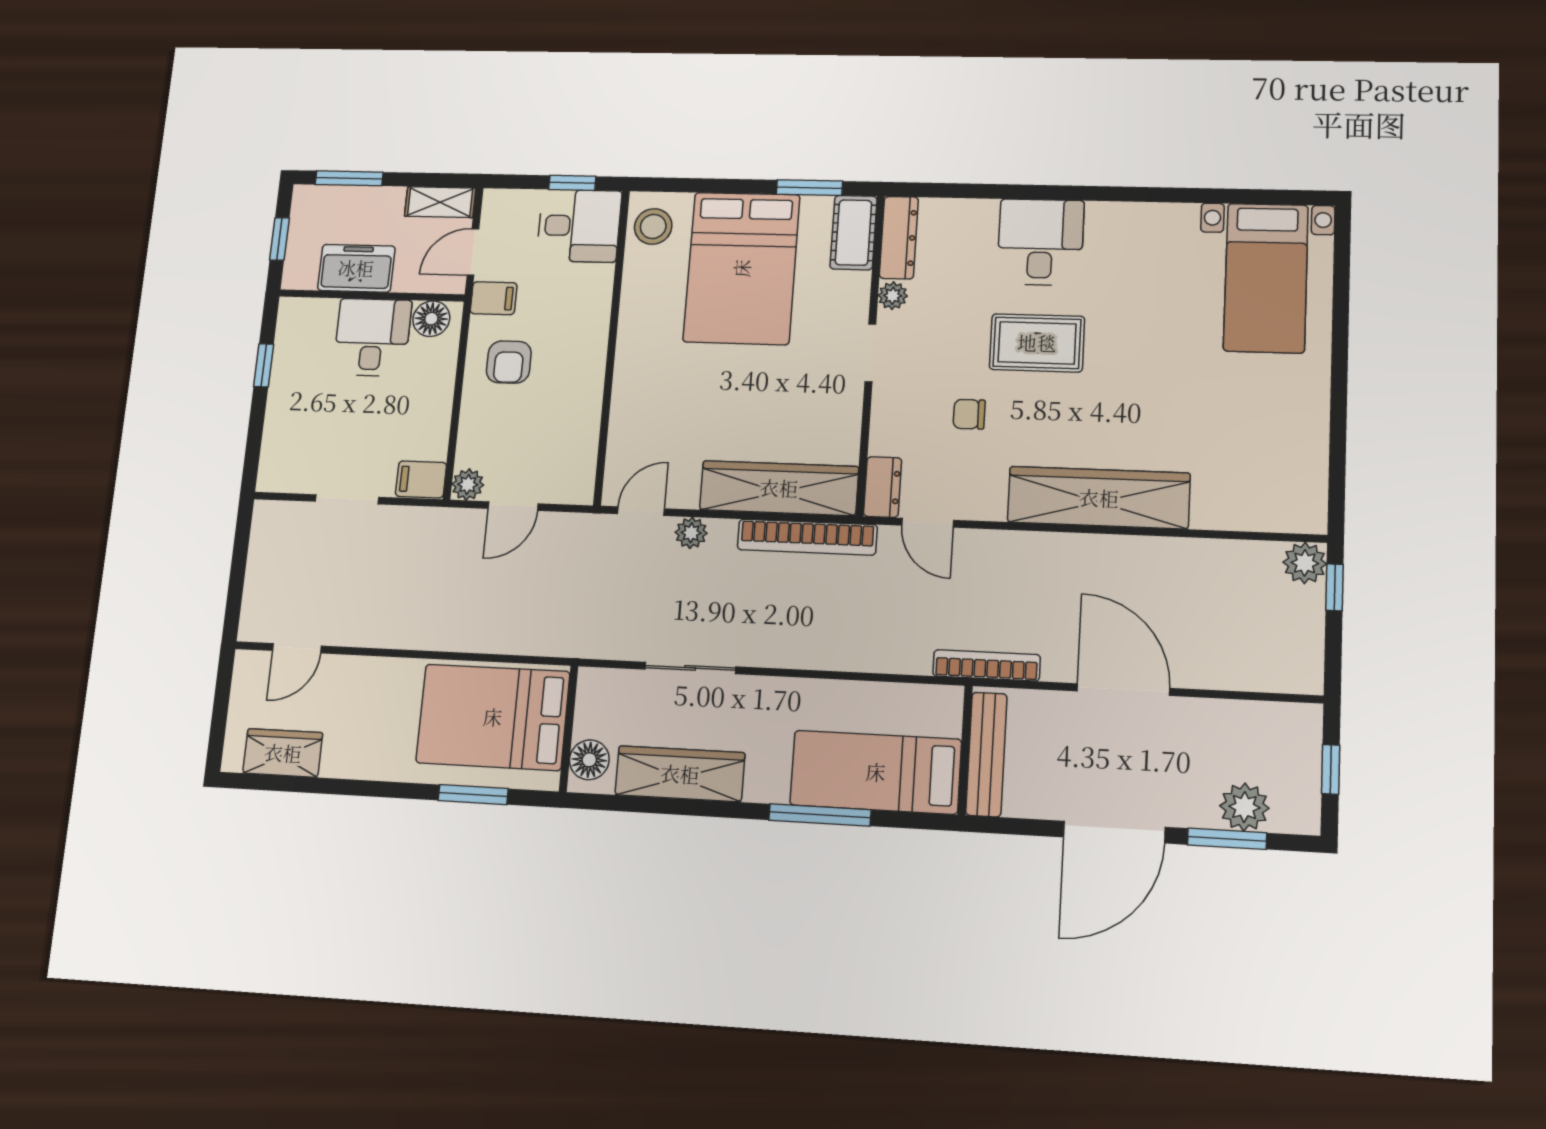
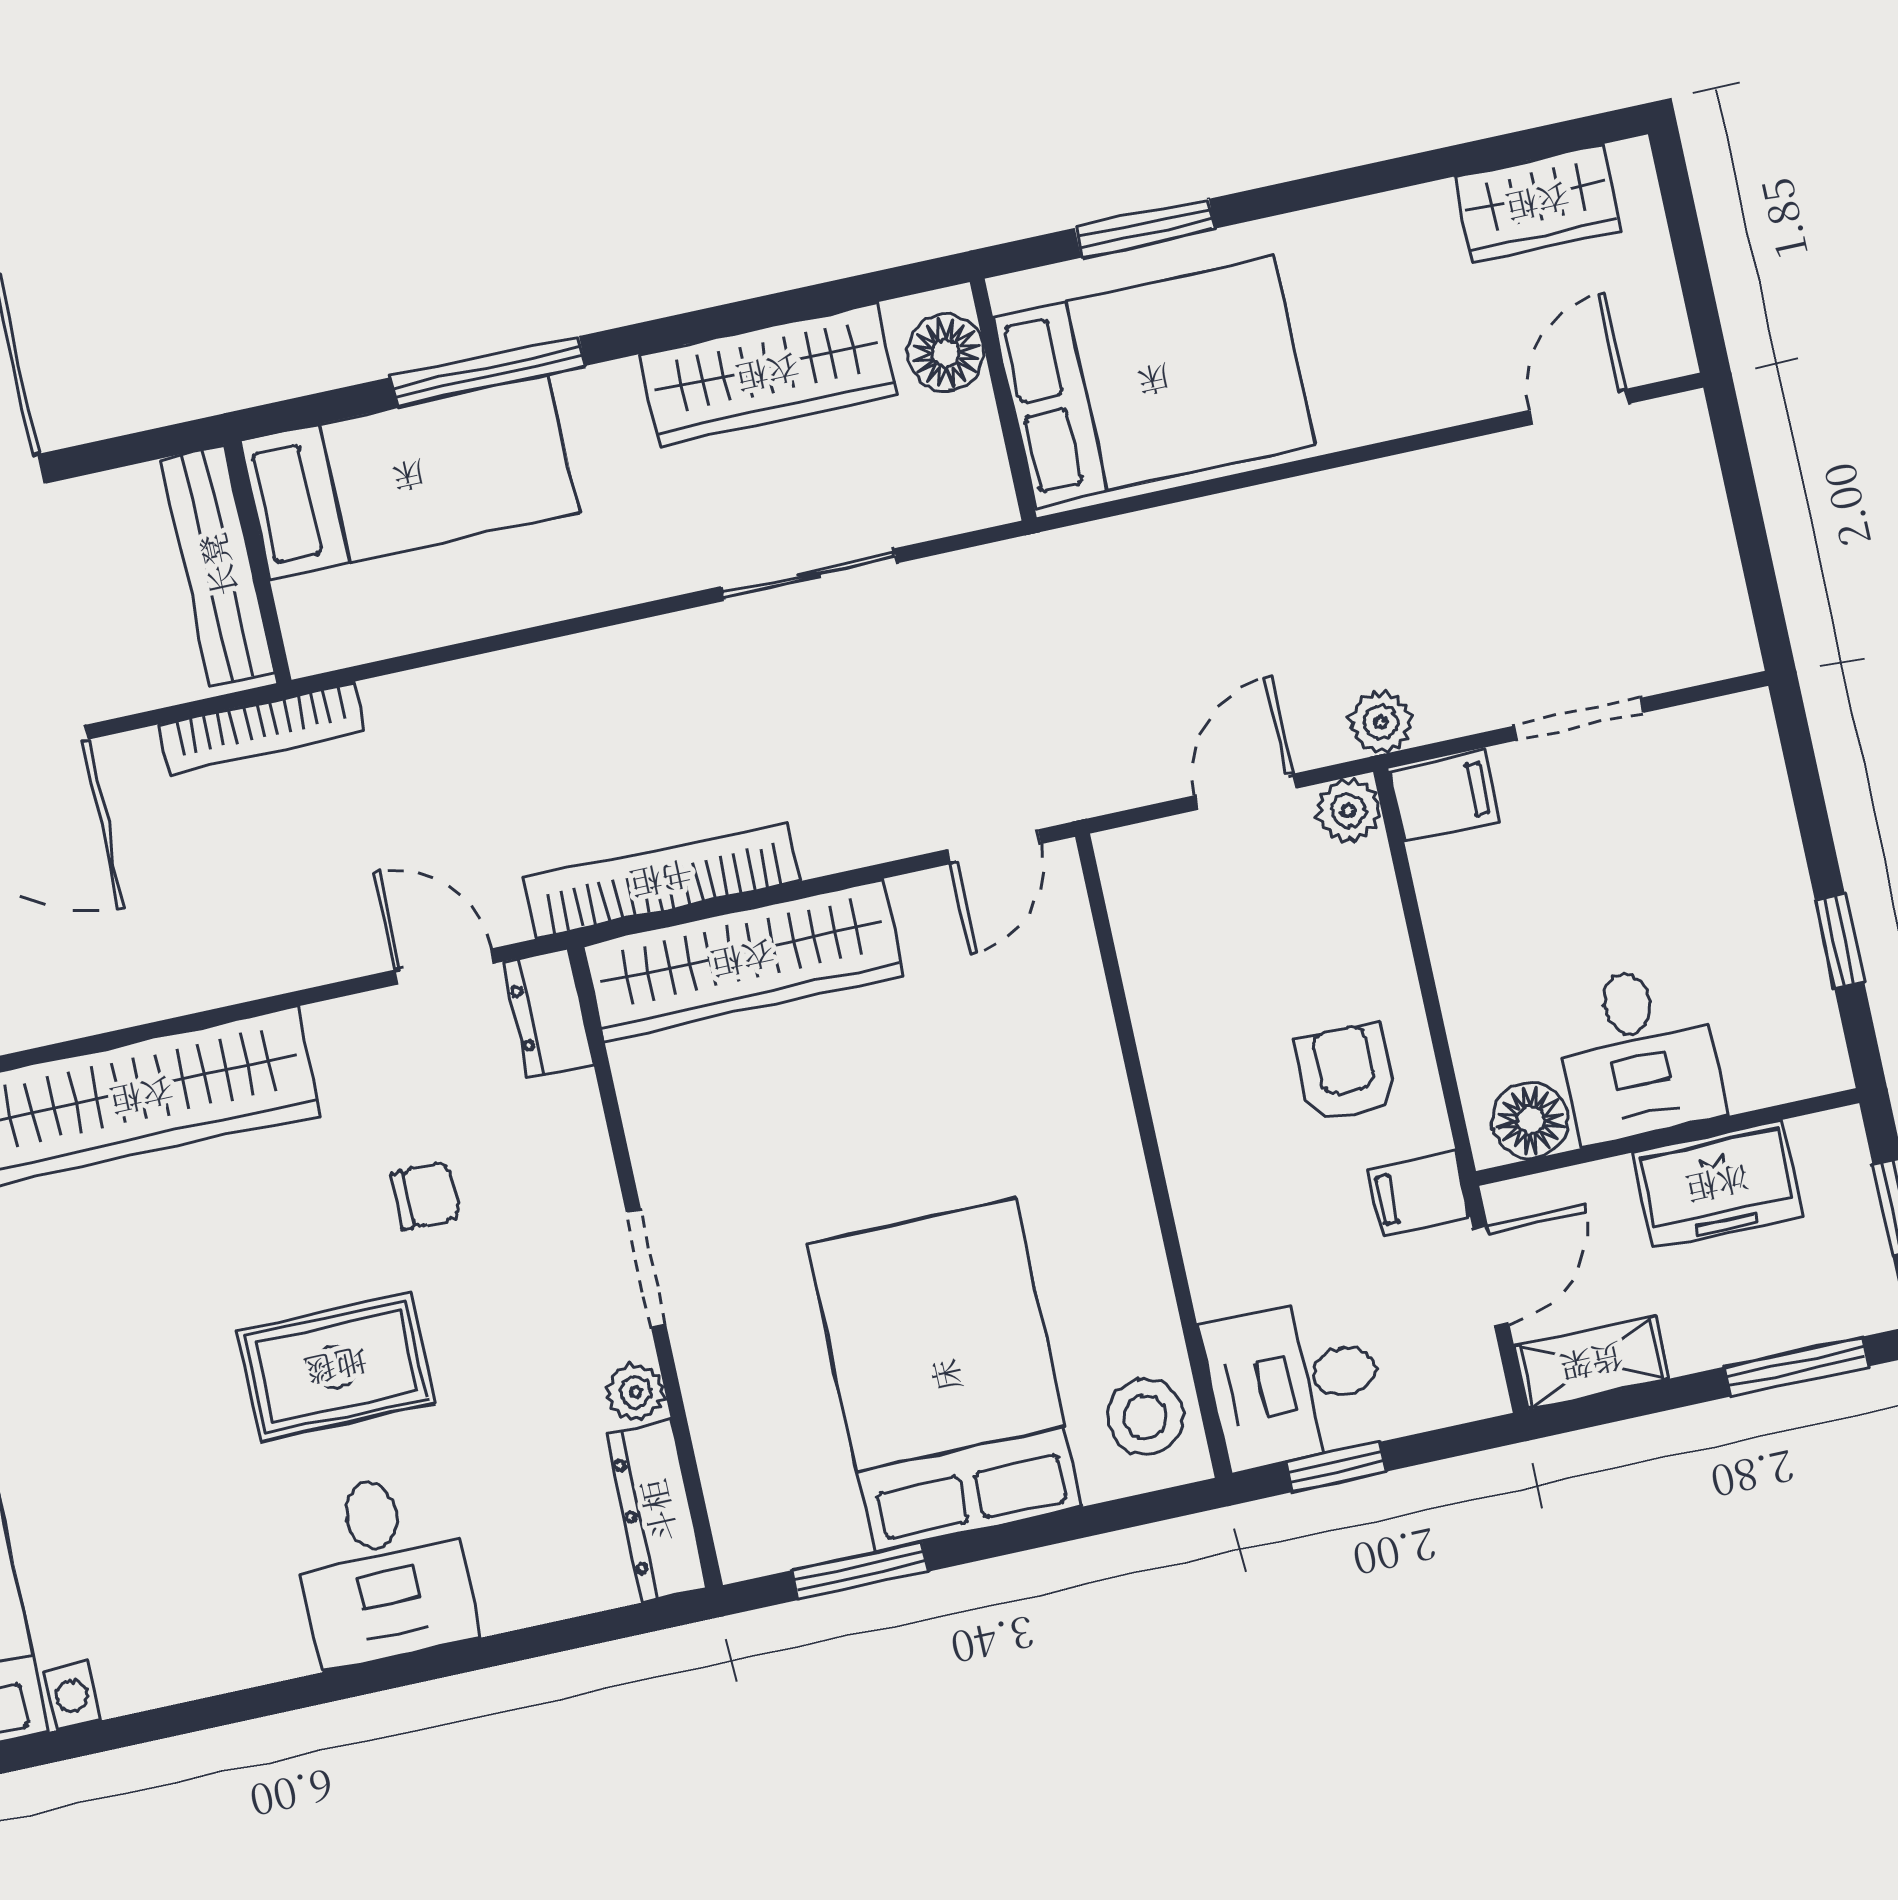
cot: (853, 233) -> (748, 1500), removed
plant: (691, 533) -> (1381, 722), moved

